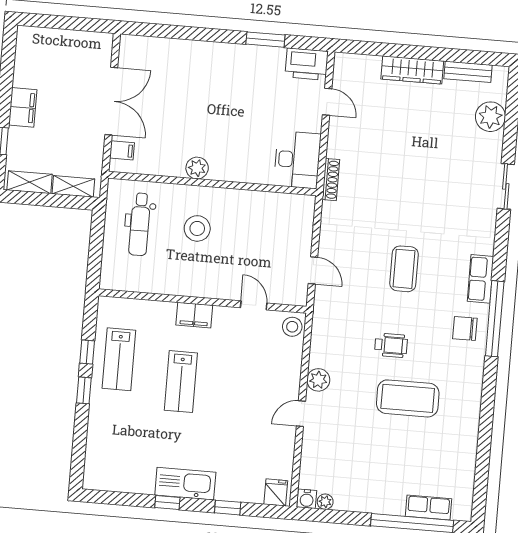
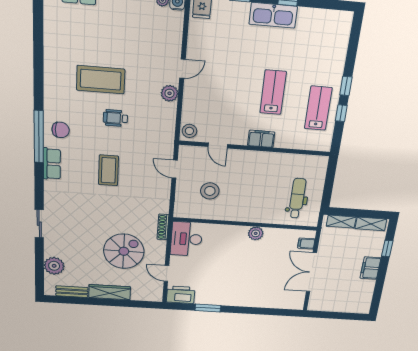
spiral stairs: (388, 140) -> (124, 251), added
stool: (197, 228) -> (210, 191), moved

